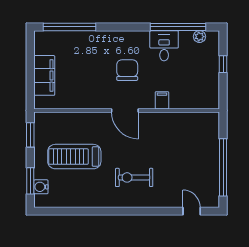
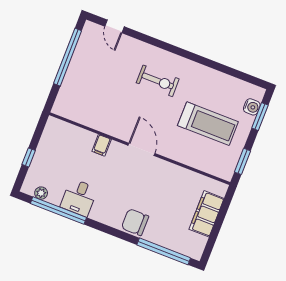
chair: (127, 70) -> (135, 222), moved, turned 90

